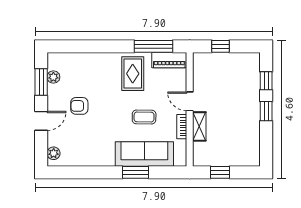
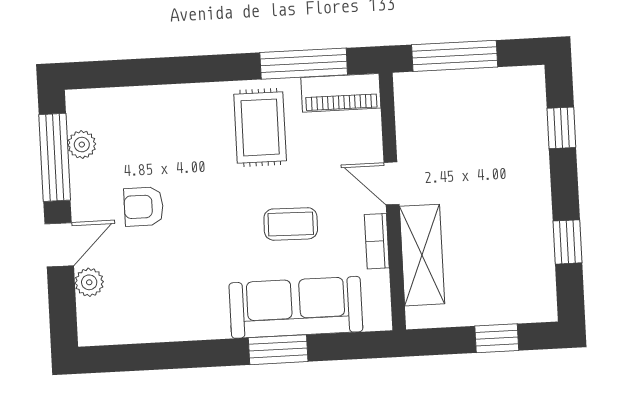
window: (220, 46) -> (455, 56), width x2.17
window: (41, 82) -> (55, 157), width x1.44
window: (266, 111) -> (567, 242), moved
shelving: (199, 126) -> (422, 255), width x1.50, depth x1.33
plant: (54, 153) -> (89, 282), moved
window: (220, 172) -> (497, 338), moved

